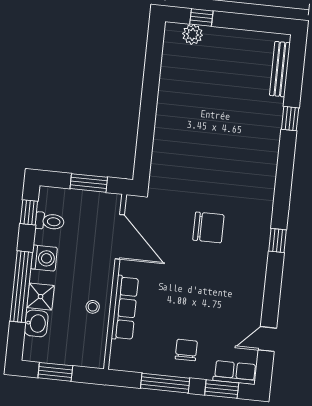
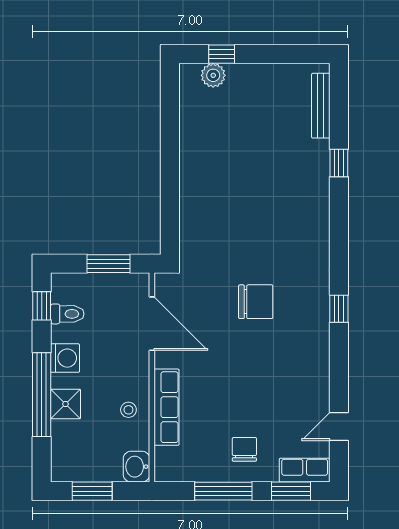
washbasin: (36, 323) -> (136, 467), moved, turned 180

